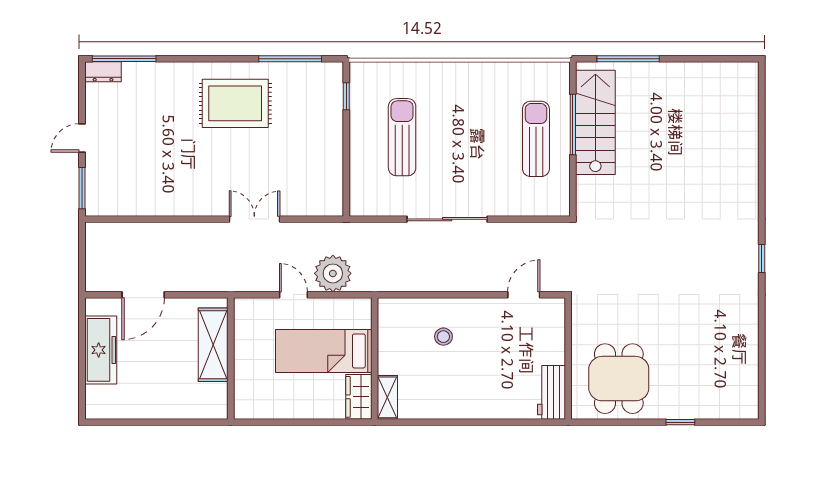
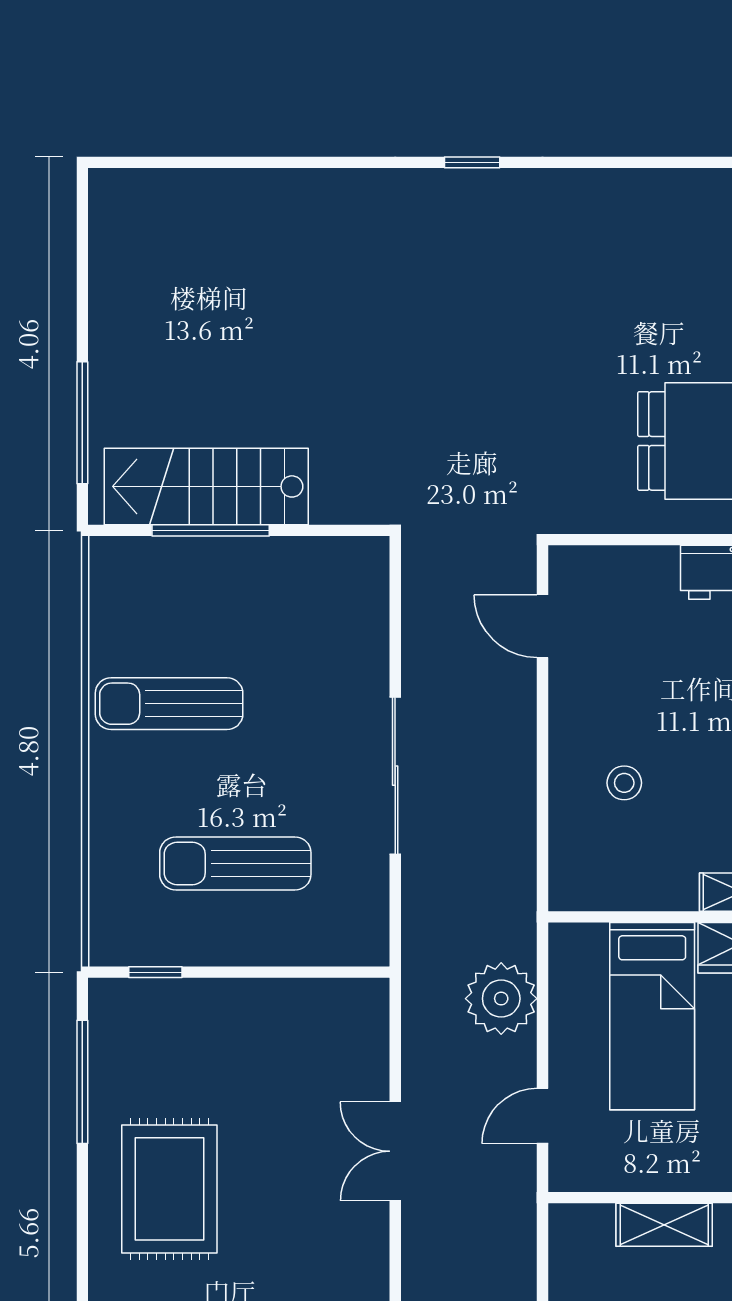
sun lounger: (536, 139) -> (169, 704), moved
door: (293, 295) -> (542, 1116), moved
shelving: (213, 345) -> (664, 1225), width x0.67, depth x0.75

